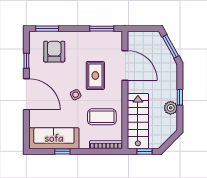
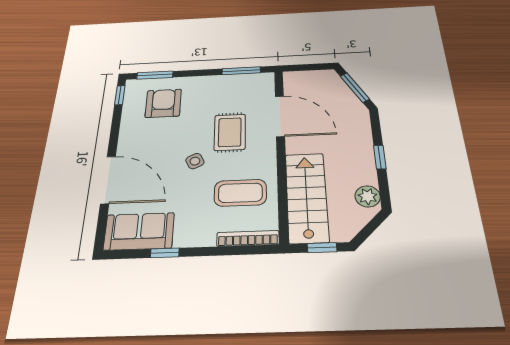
window: (26, 61) -> (120, 95), moved
door: (26, 94) -> (108, 180), moved
plant: (171, 108) -> (368, 196), moved
sofa: (54, 138) -> (139, 231), width x0.73

